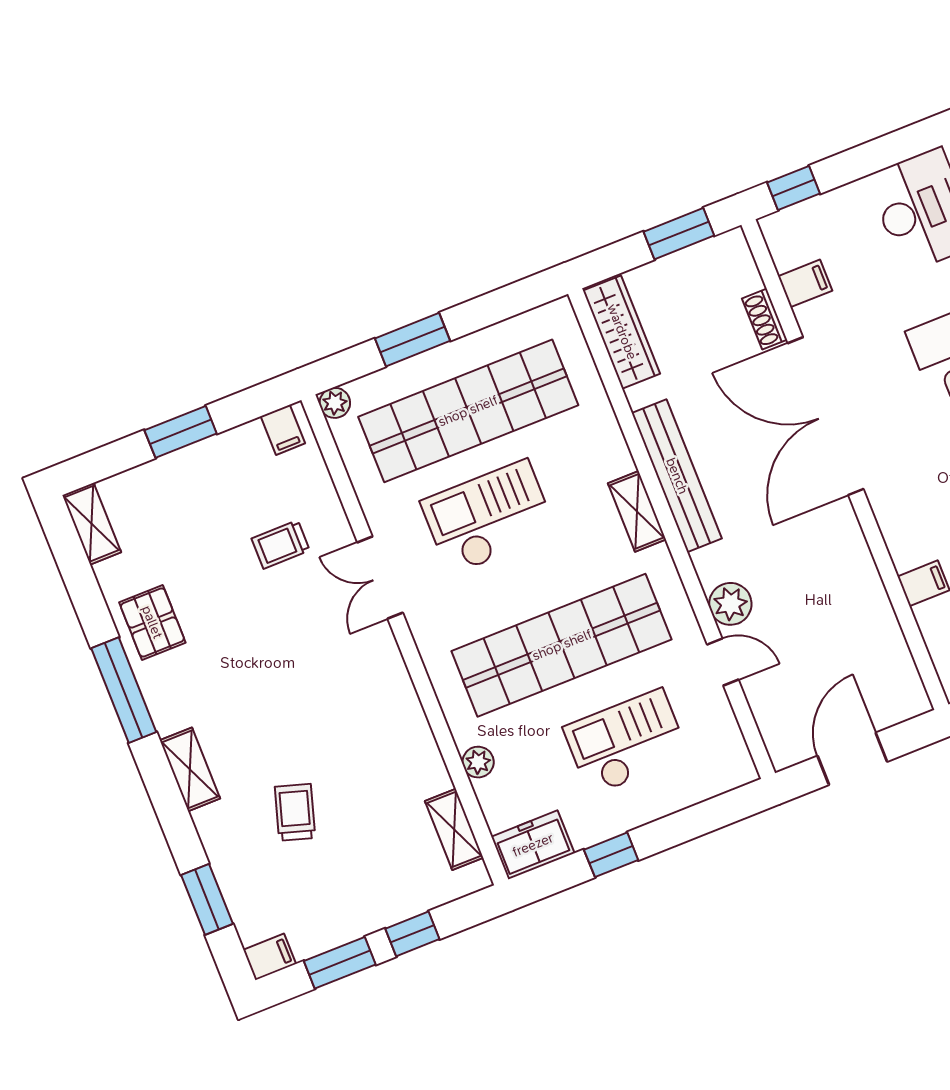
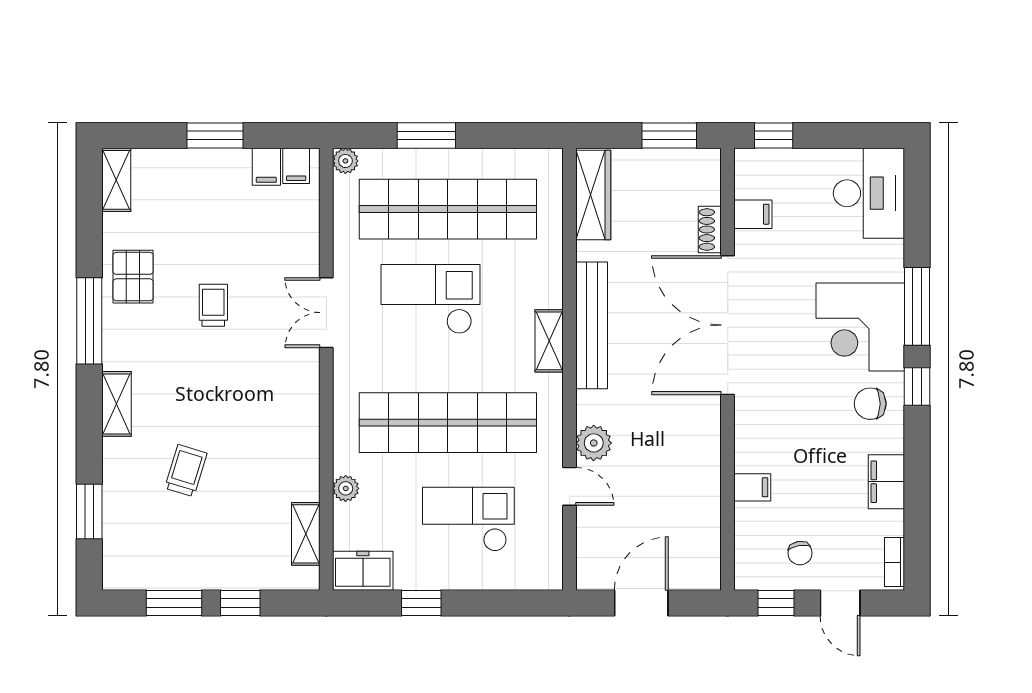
trolley: (281, 544) -> (213, 305), moved, turned 90
filing cabinet: (270, 957) -> (266, 167), moved, turned 90

